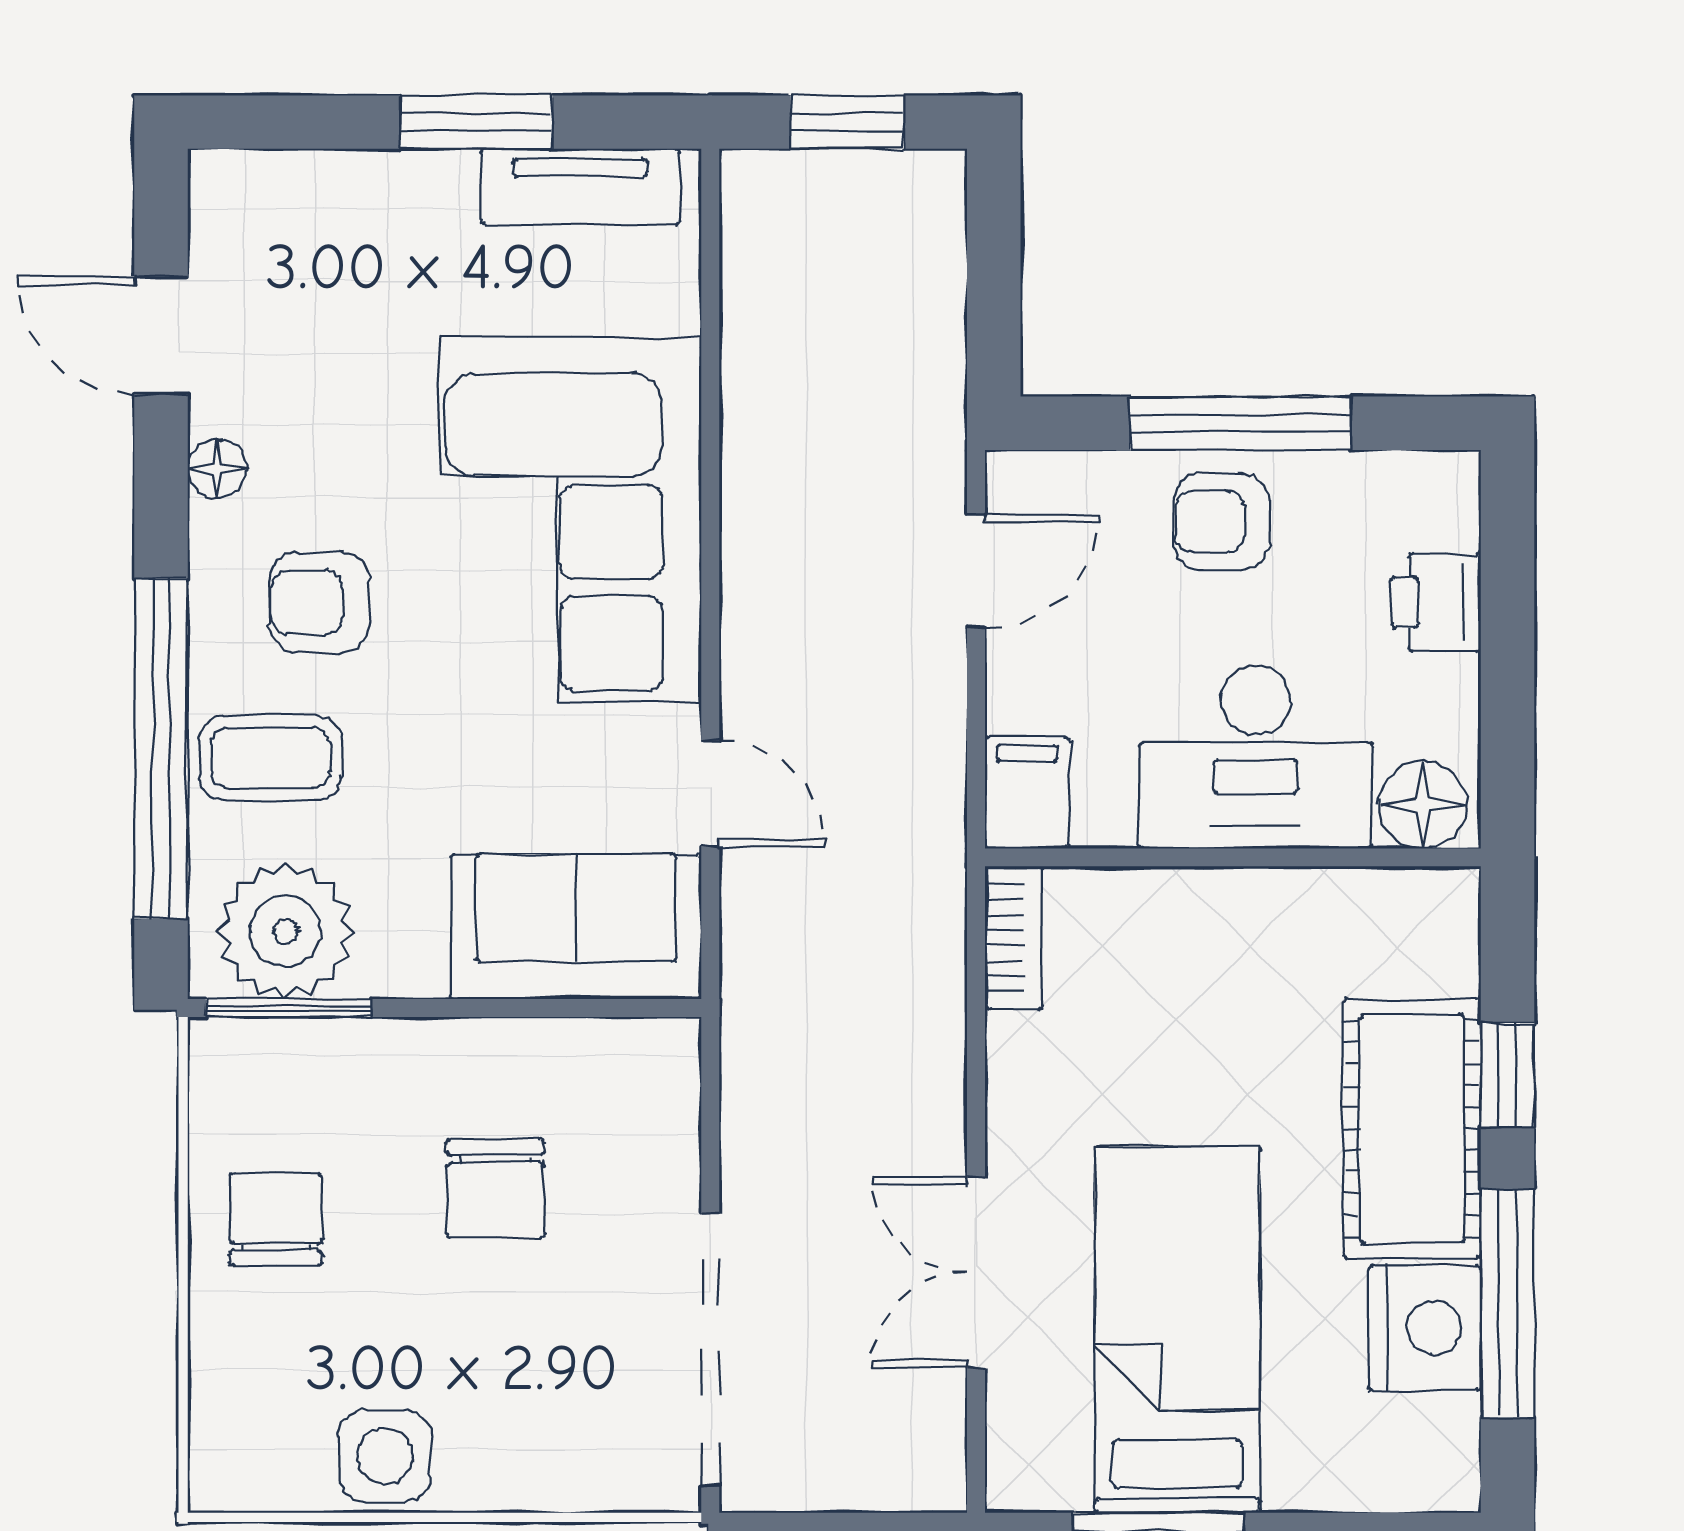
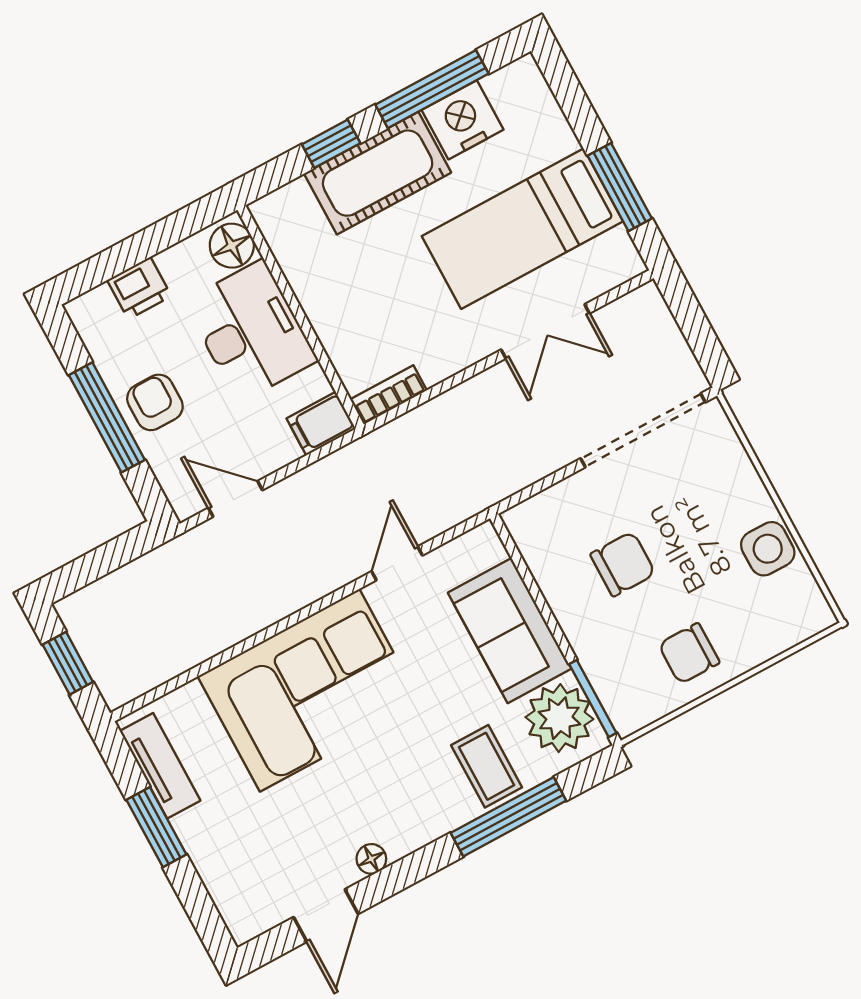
armchair: (1221, 522) -> (155, 402), turned 180
armchair: (319, 602) -> (406, 782), removed
window: (161, 748) -> (508, 817), width x0.68
sofa: (576, 927) -> (510, 631), moved

